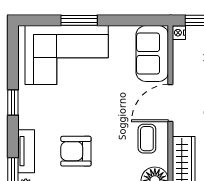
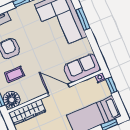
coffee table: (147, 139) -> (15, 74), moved

